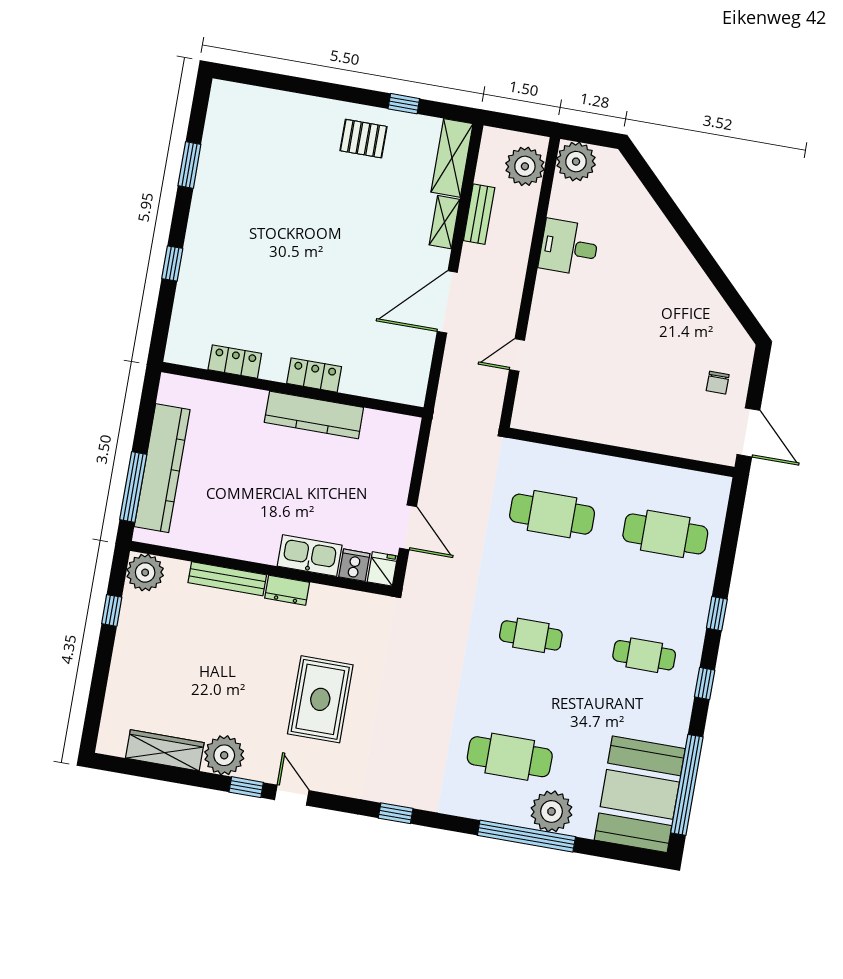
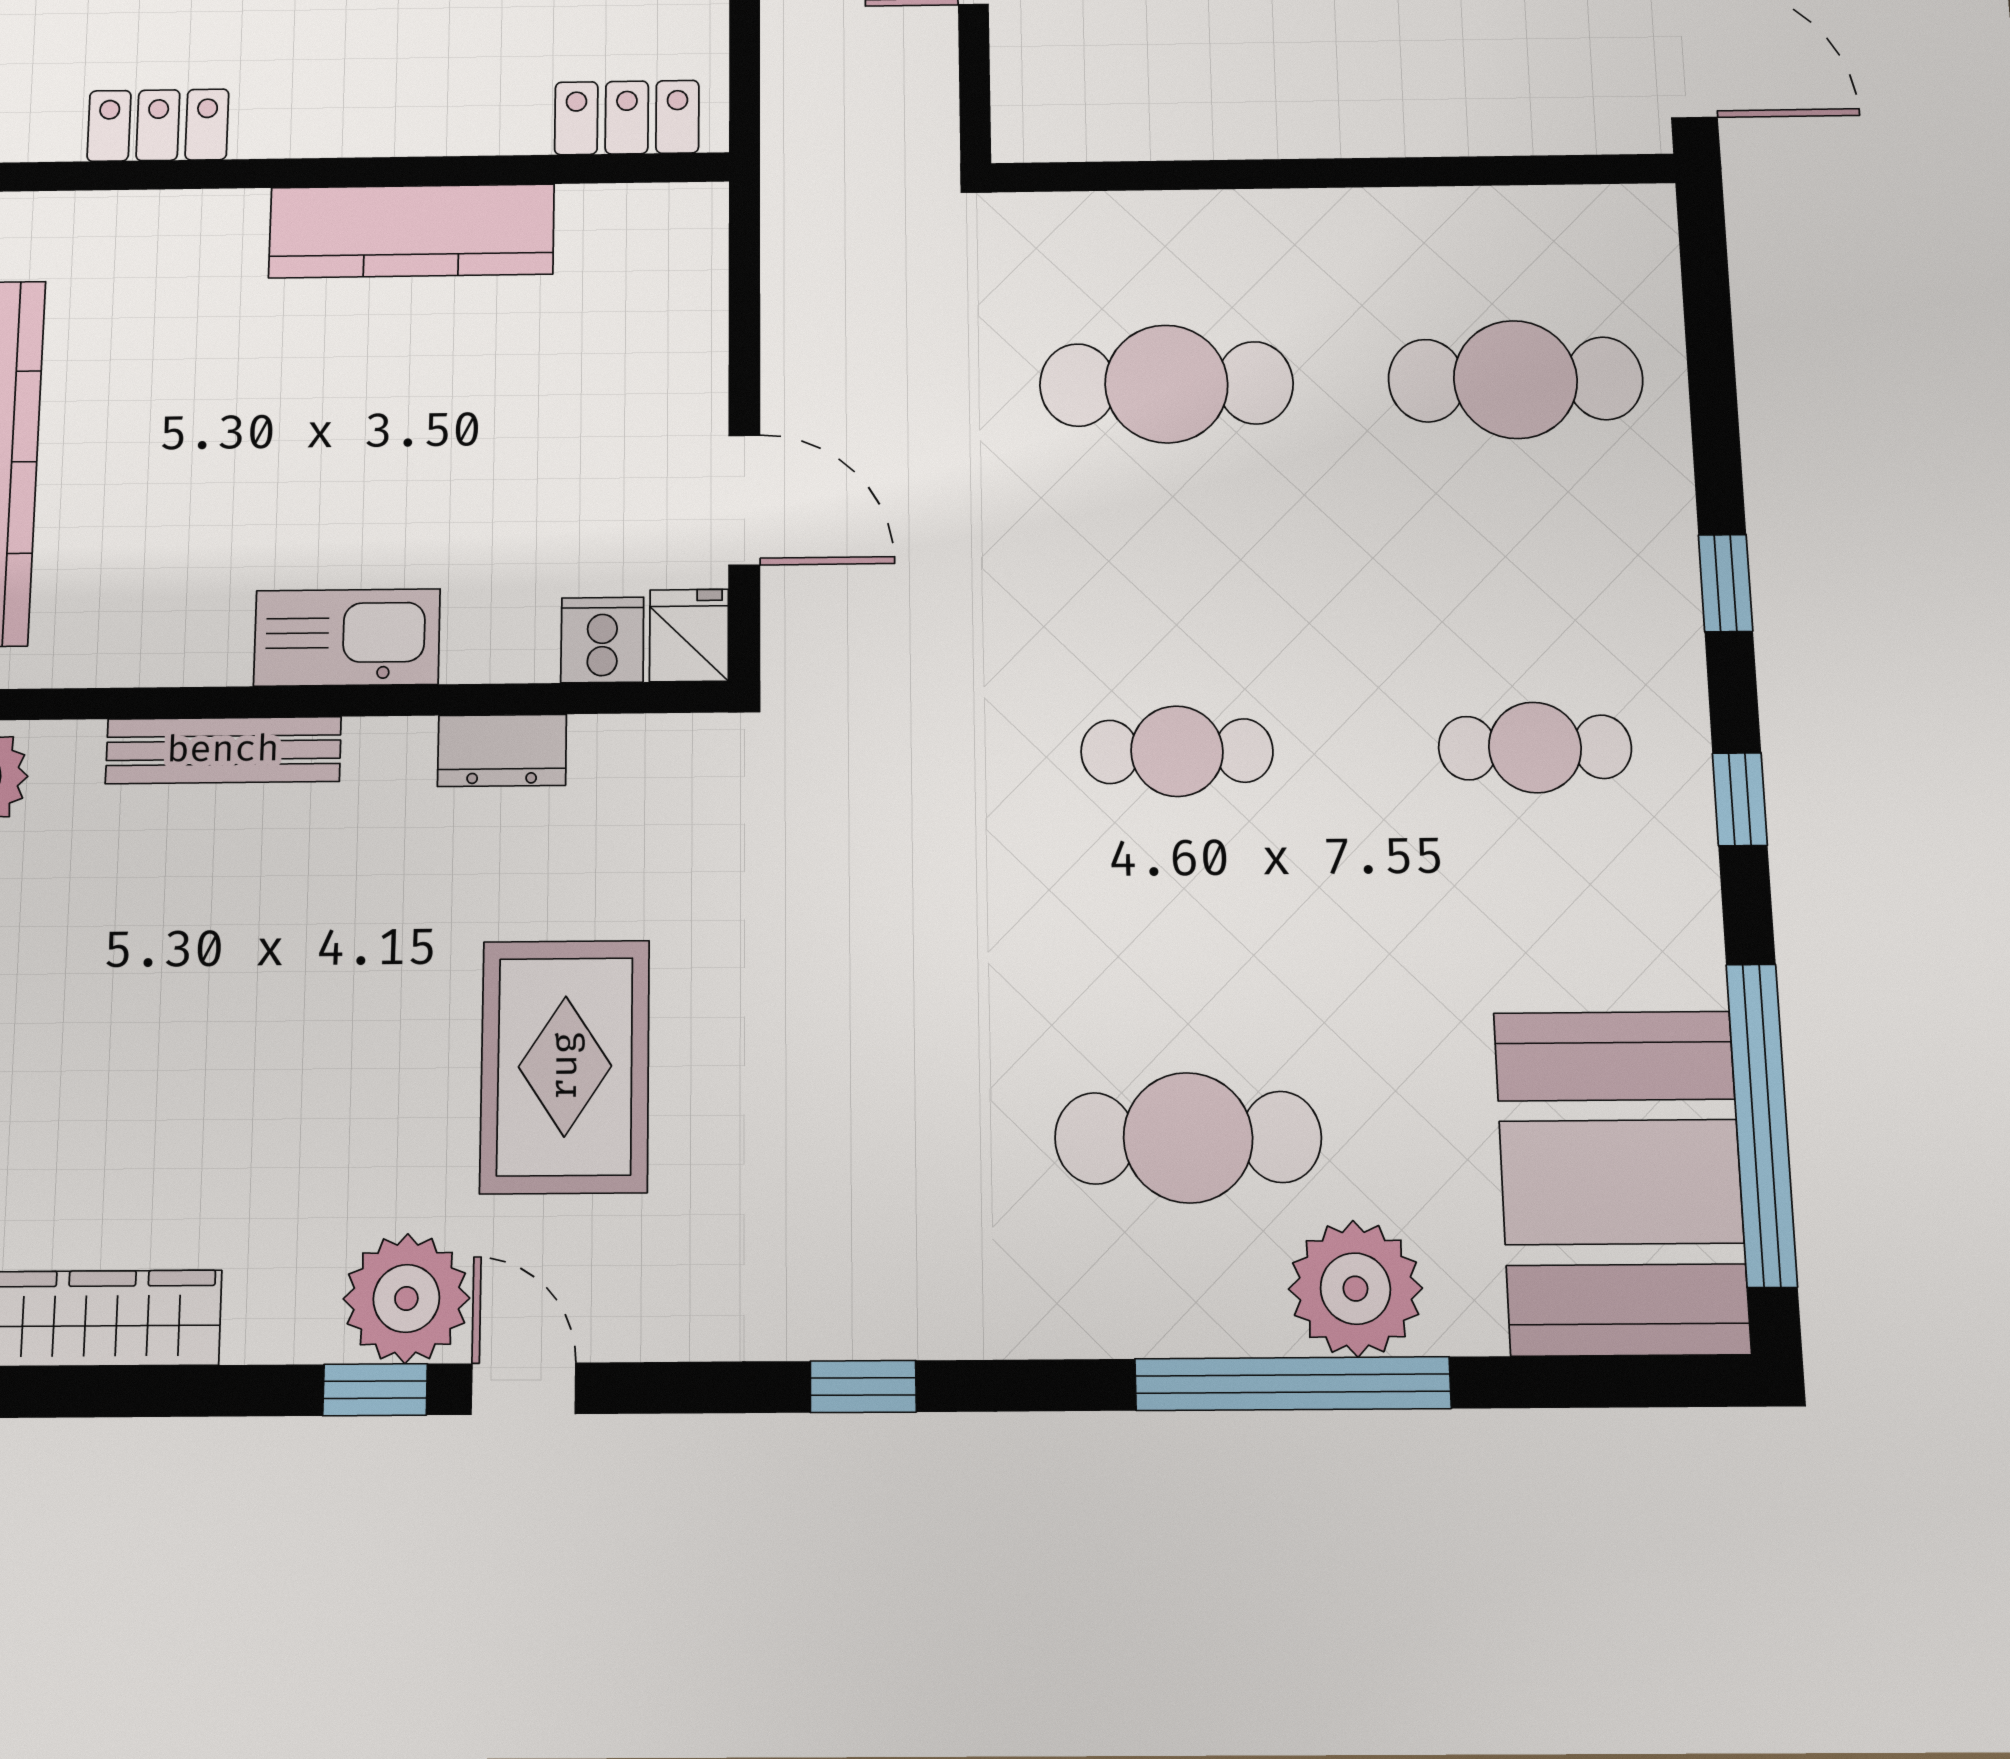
locker: (314, 375) -> (627, 117), moved
kitchen sink: (310, 556) -> (347, 637), moved
dresser: (287, 590) -> (502, 750), moved
plant: (224, 755) -> (406, 1298), moved

